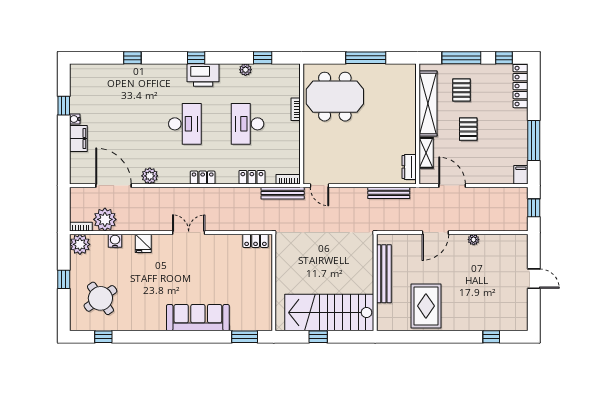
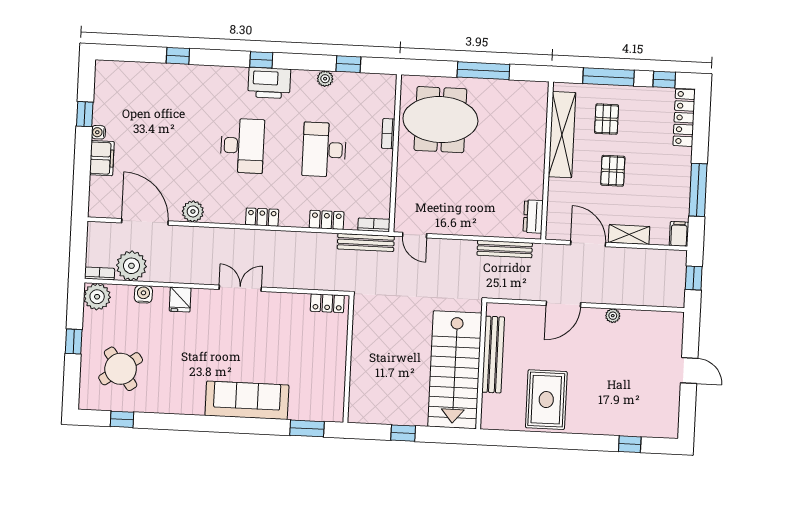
shelving: (426, 153) -> (629, 235), moved, turned 90
stairs: (329, 313) -> (455, 370), moved, turned -90

